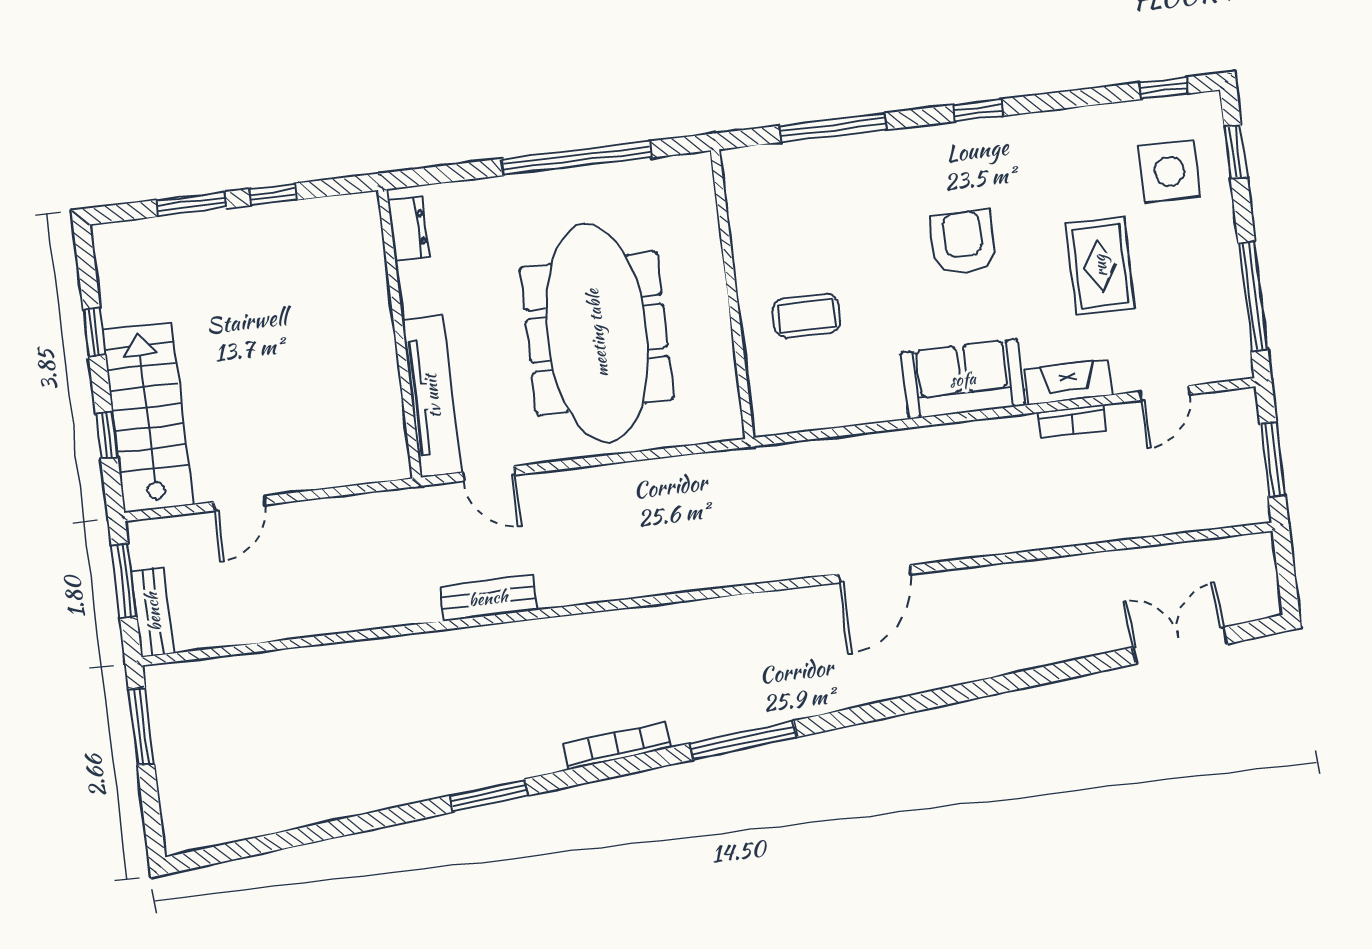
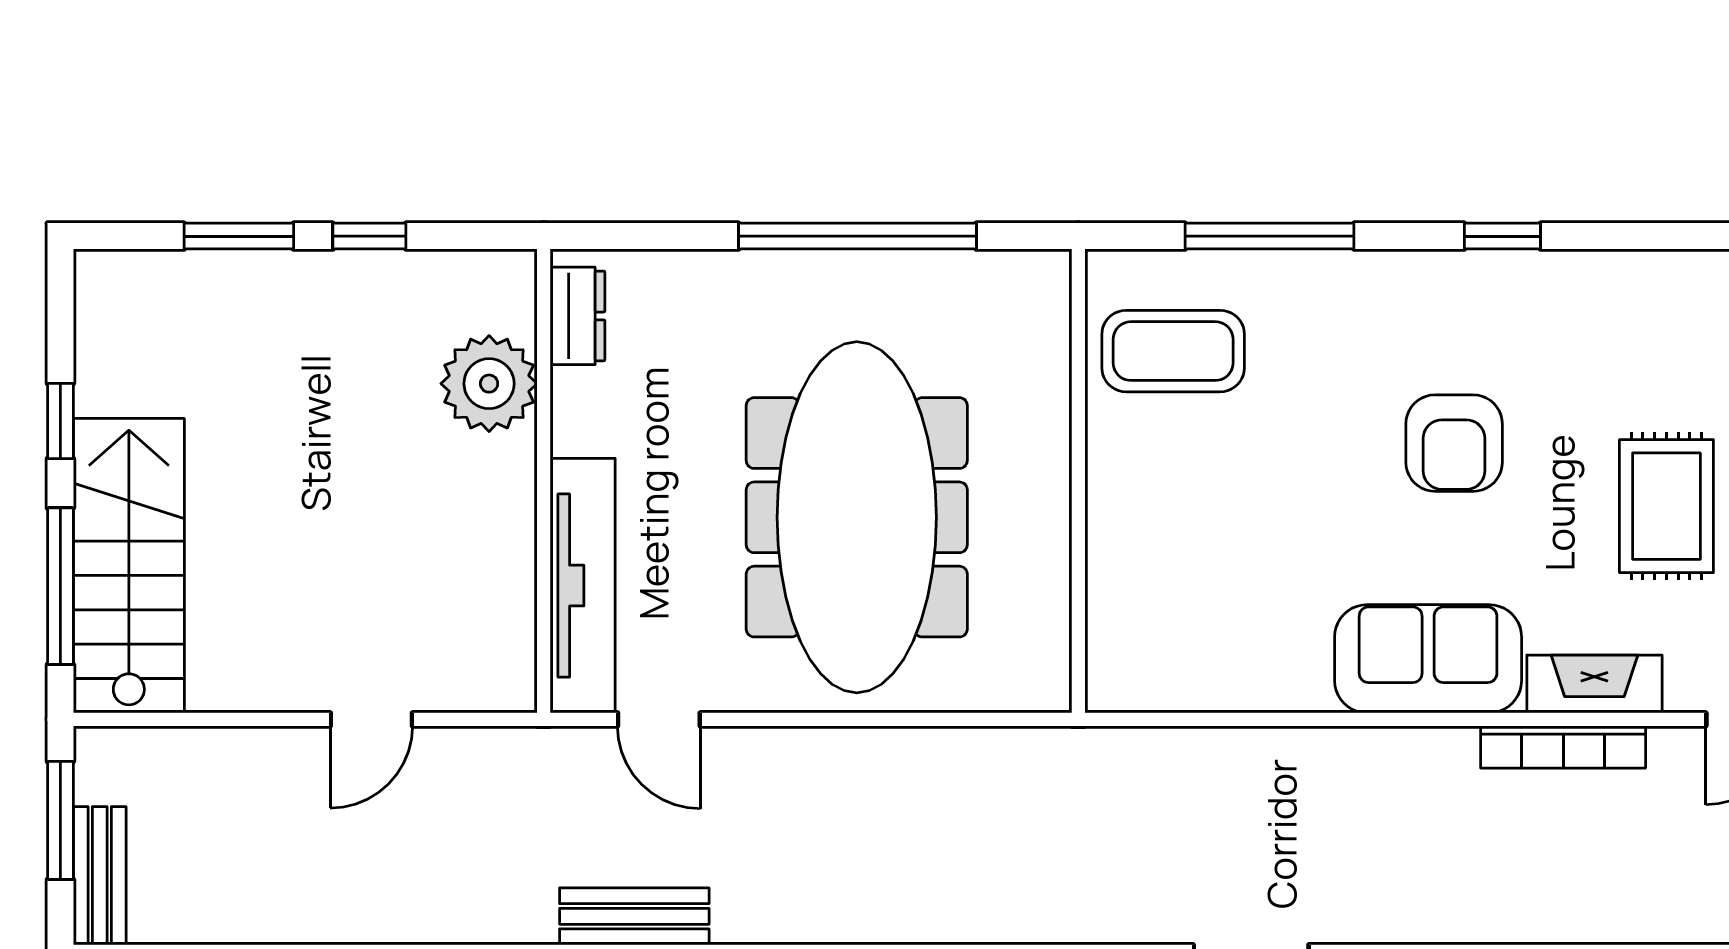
armchair: (963, 243) -> (1454, 443), turned 180
plant: (358, 277) -> (489, 384), added
coffee table: (807, 316) -> (1173, 351), moved, width x1.36, depth x1.30
bookcase: (1072, 421) -> (1563, 747), width x1.56
window: (107, 435) -> (60, 586), width x2.17
door: (240, 503) -> (371, 719), moved

